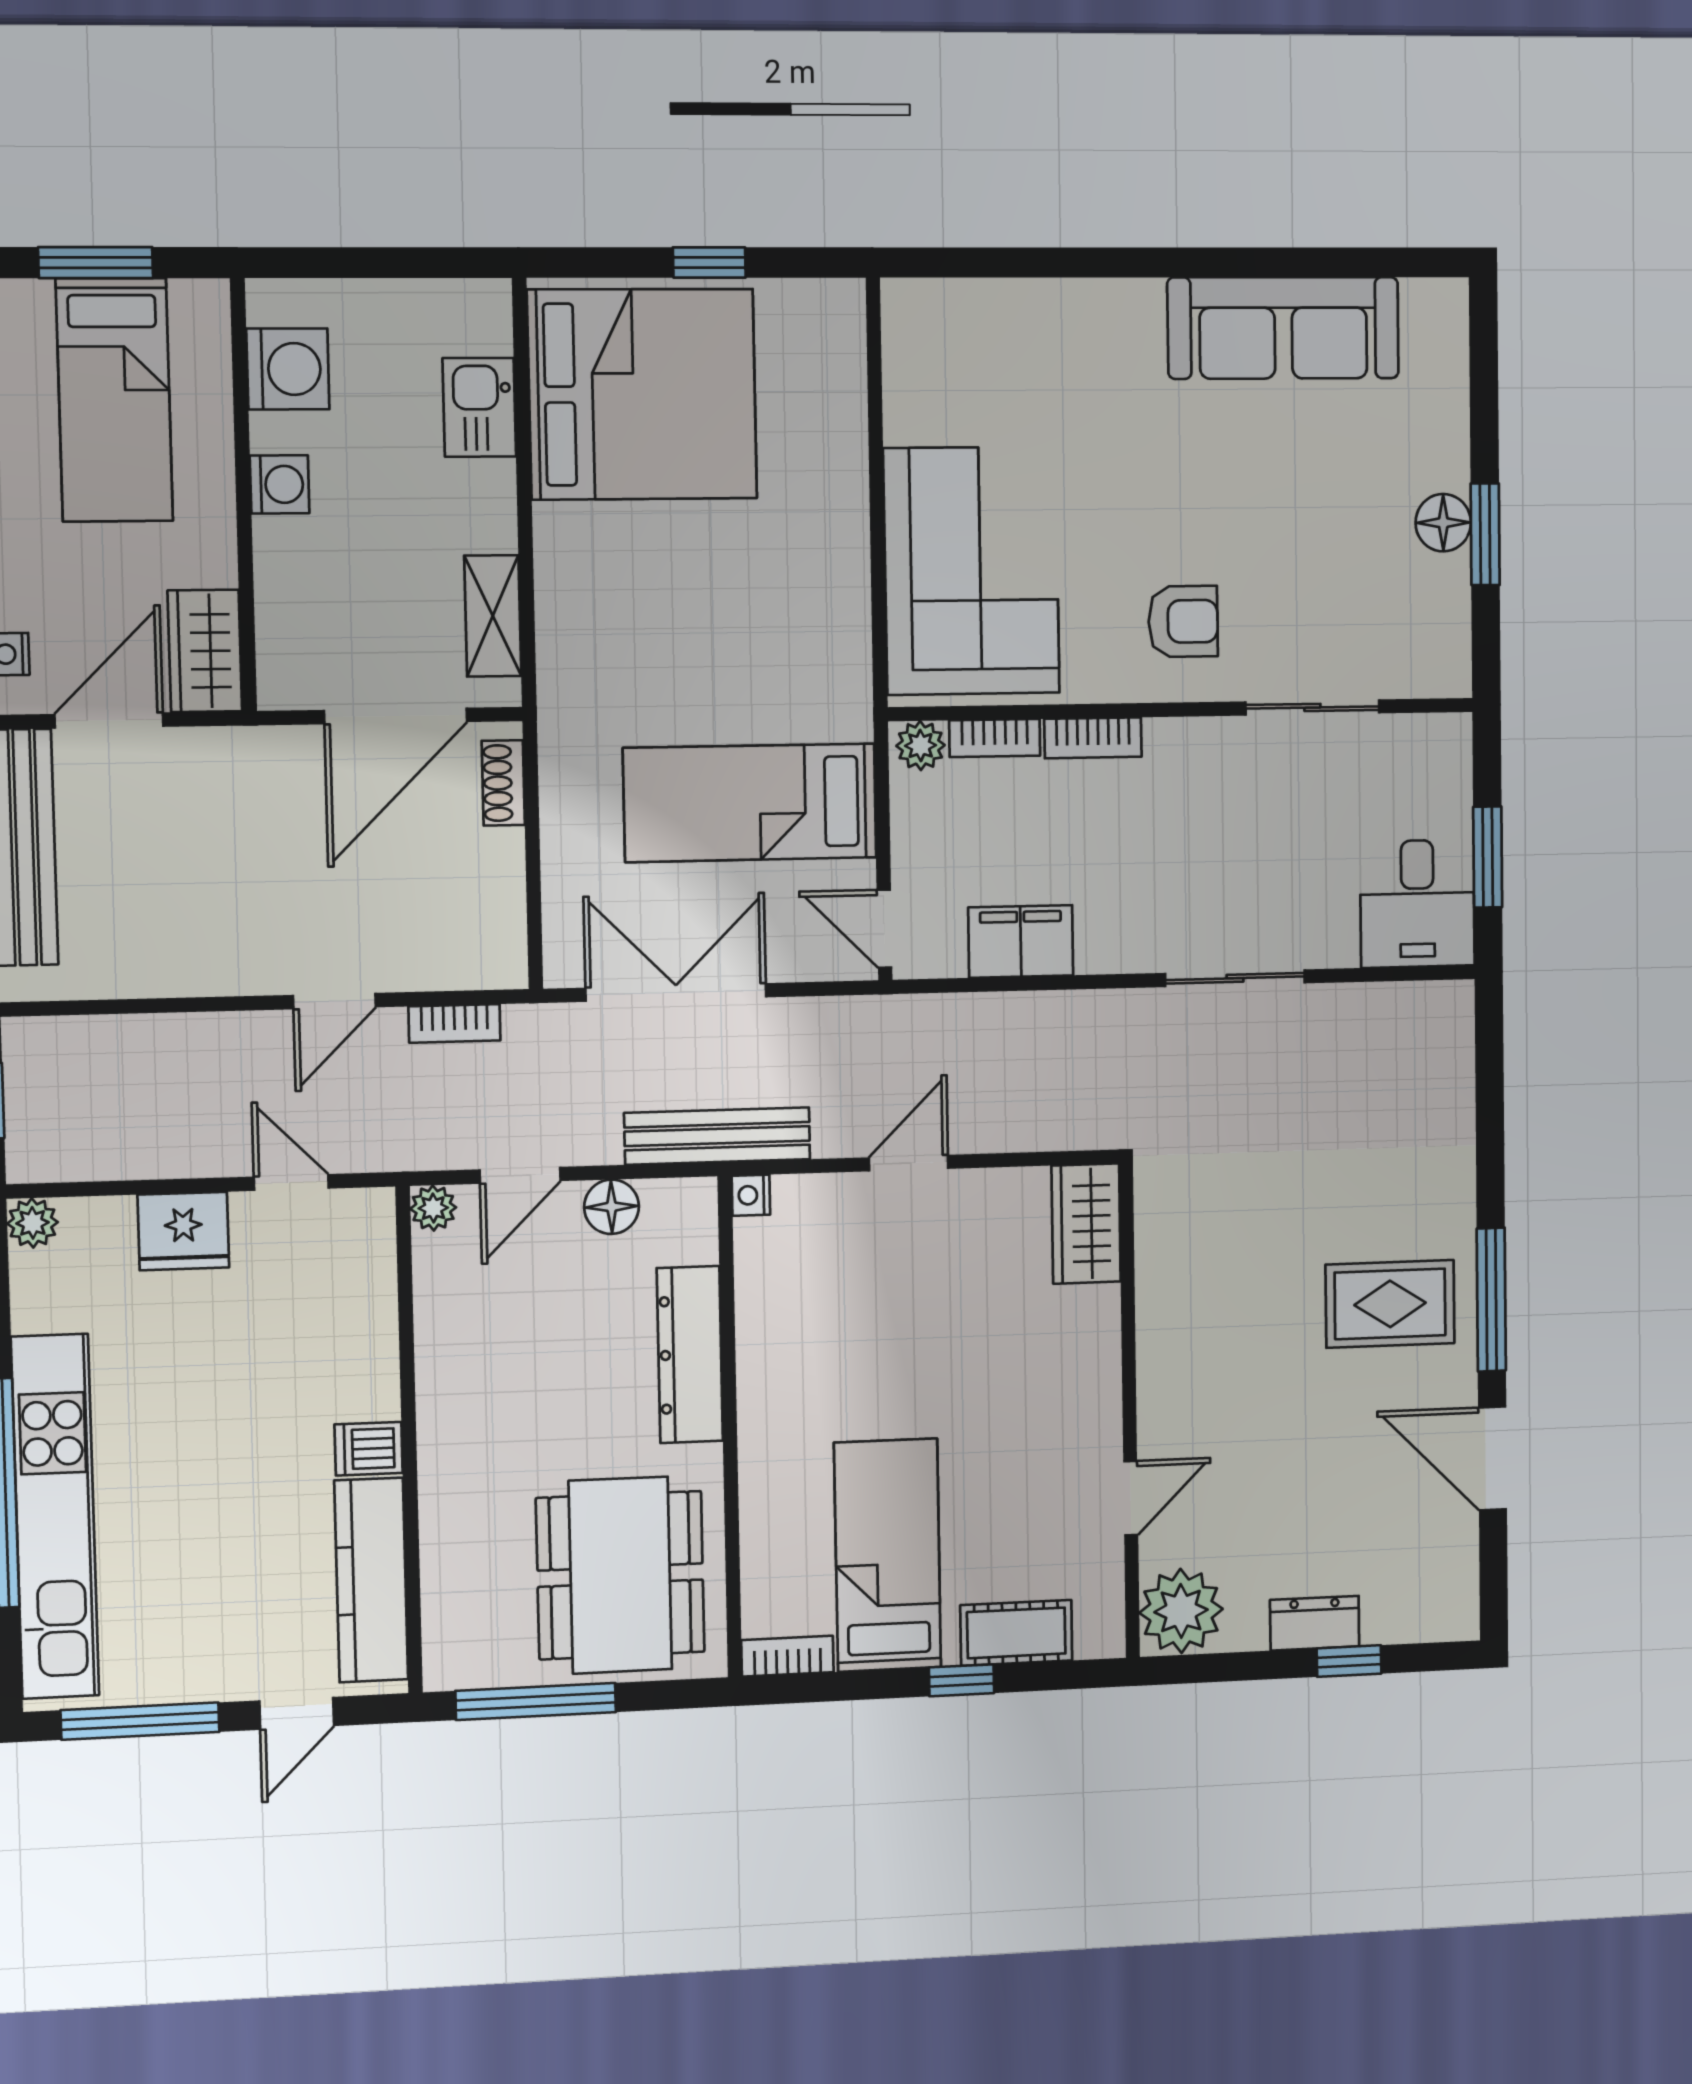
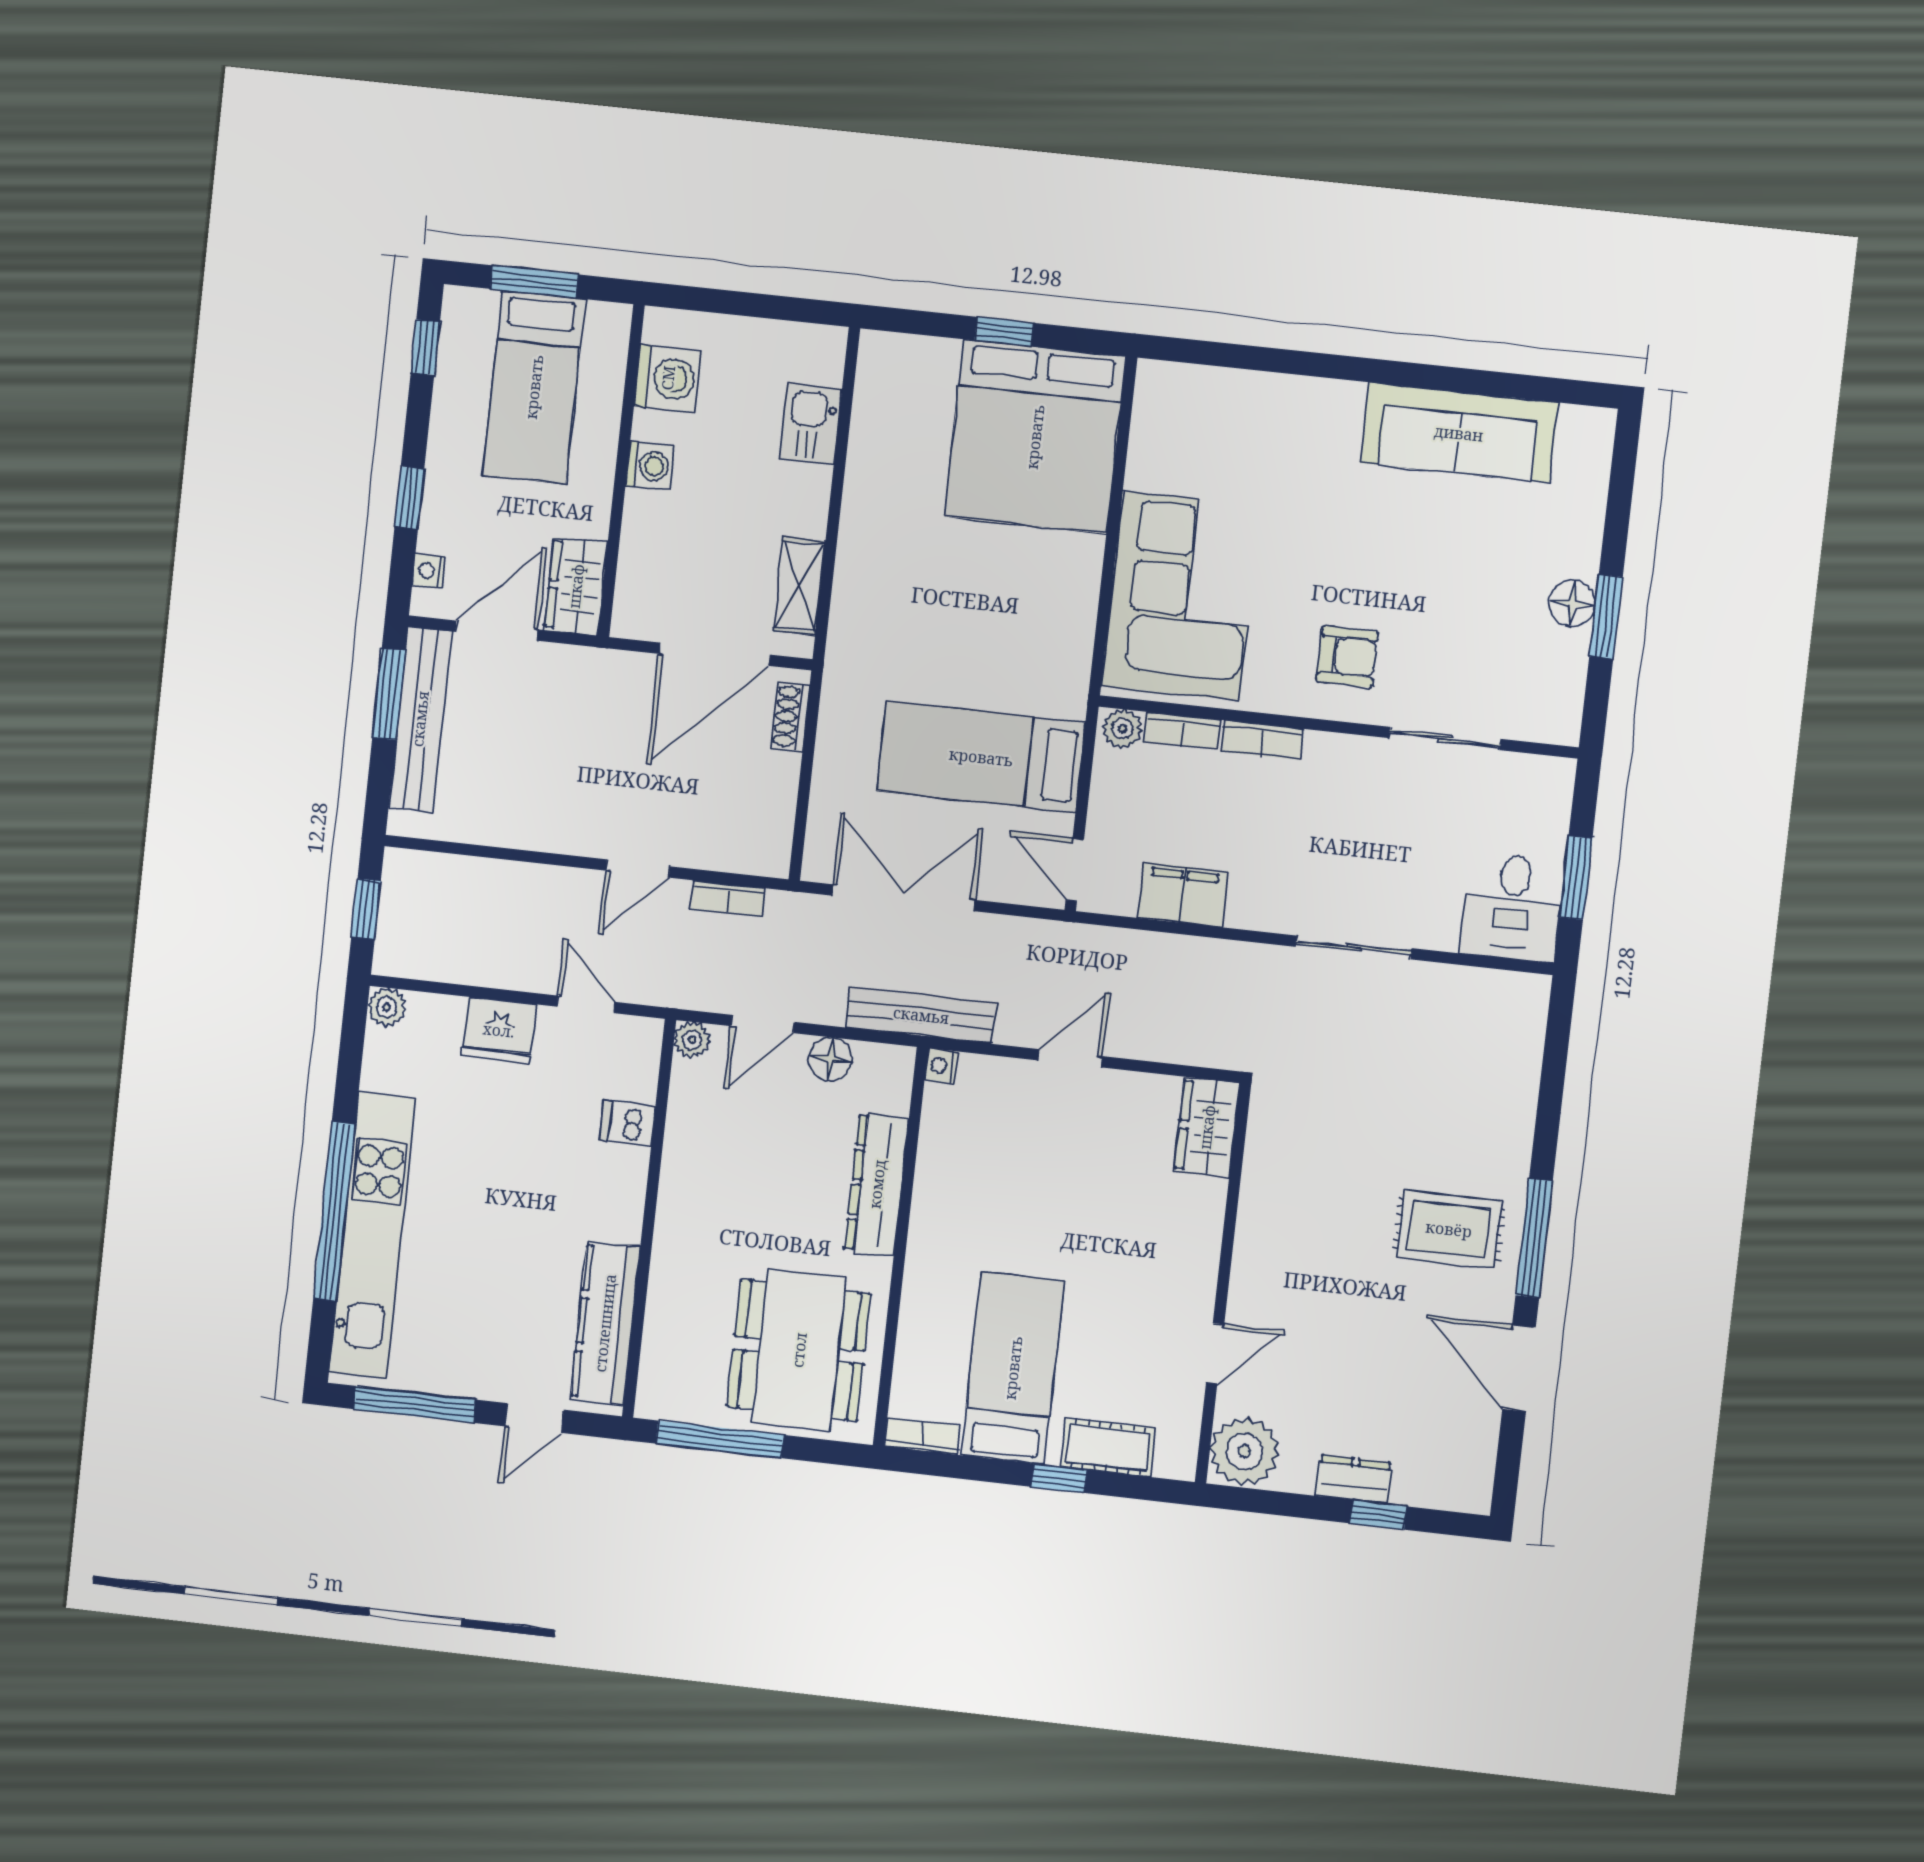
bed: (642, 394) -> (1035, 437), moved, turned 90
dishwasher: (369, 1449) -> (627, 1124), moved

